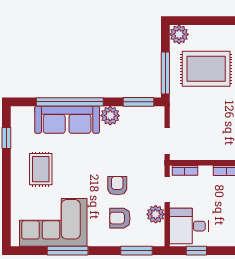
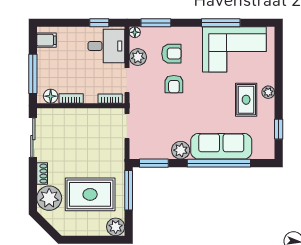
plant: (17, 177) -> (268, 92), added
floor lamp: (159, 241) -> (135, 32), added

